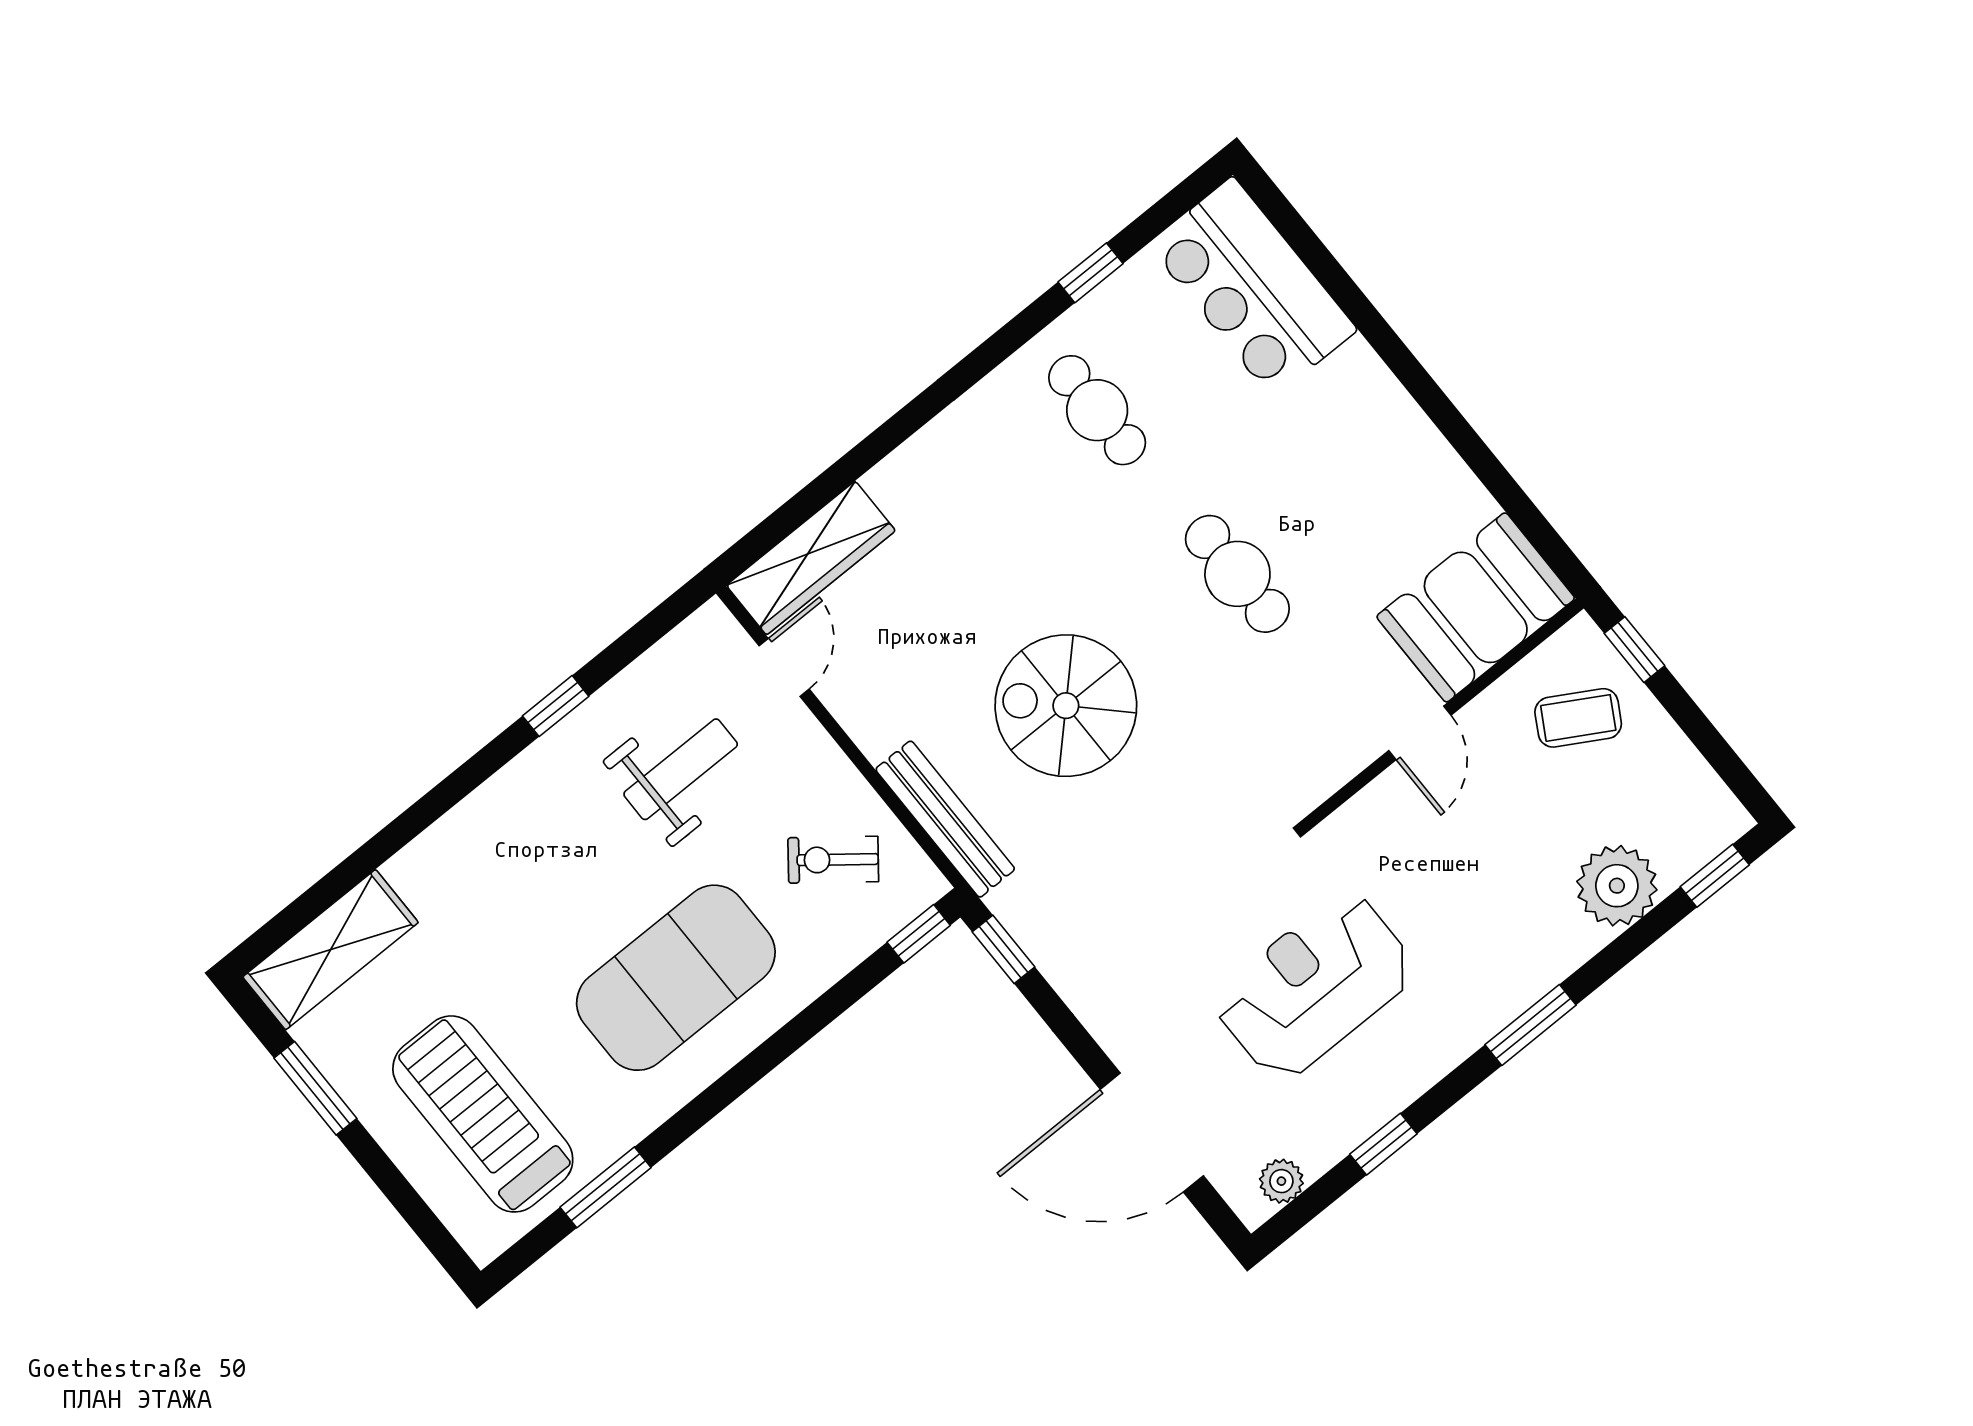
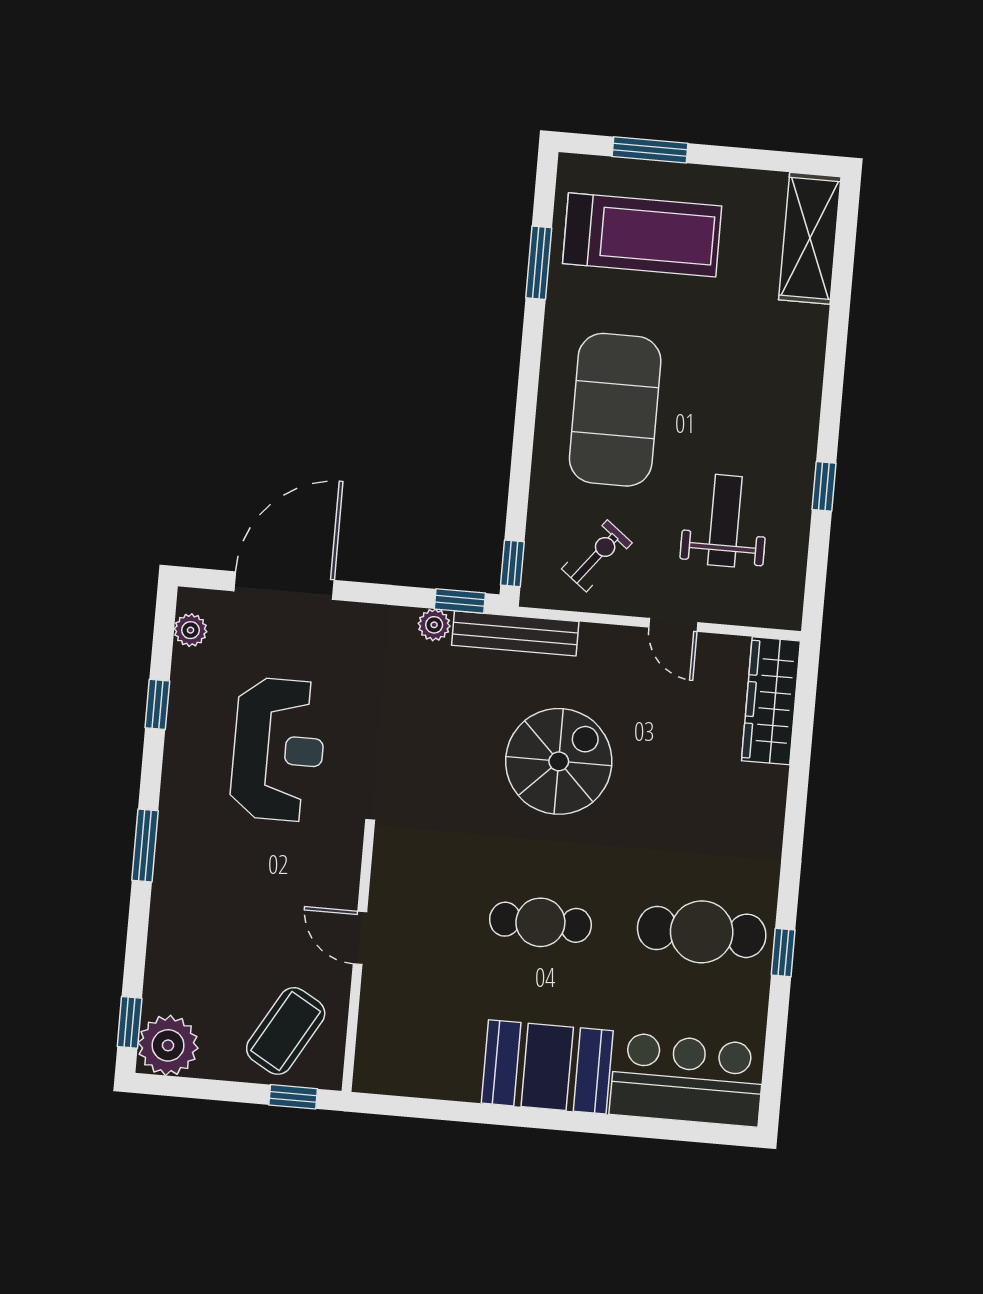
window: (1091, 273) -> (783, 953), moved
cafe table: (1097, 410) -> (702, 932), width x1.37, depth x1.35
booth: (1476, 607) -> (547, 1067), moved, turned 90
door: (784, 667) -> (673, 625), moved
coffee table: (1578, 718) -> (286, 1031), width x1.36, depth x1.30
weight bench: (681, 769) -> (725, 521), turned 180
bench: (945, 819) -> (515, 633), moved
plant: (1617, 886) -> (168, 1045), moved
plant: (1050, 952) -> (434, 625), added
window: (315, 1088) -> (650, 150), moved

